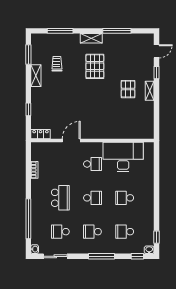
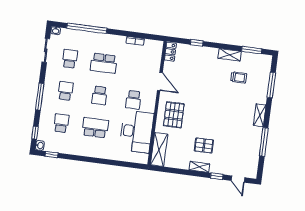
pallet: (95, 66) -> (174, 115), moved, turned 90
shelving: (138, 132) -> (159, 149), added
school desk: (125, 198) -> (95, 128), width x1.85

